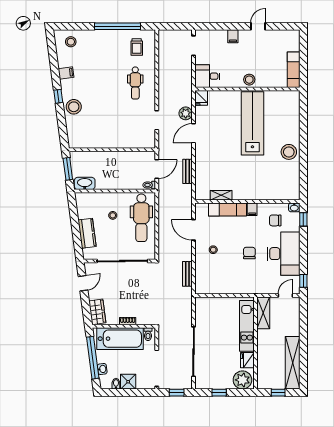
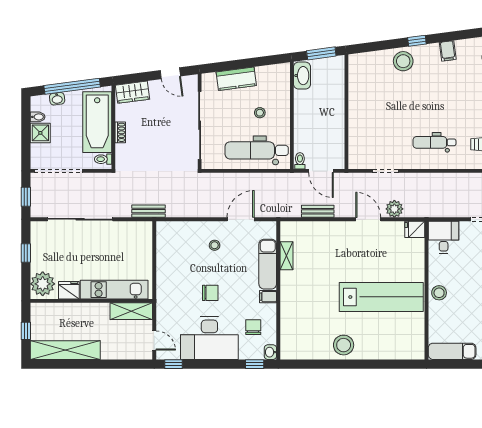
bench: (187, 274) -> (149, 211), moved

